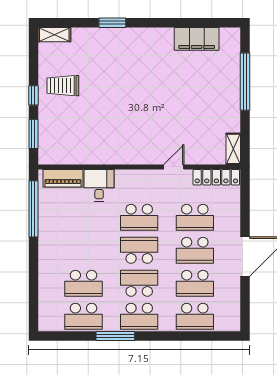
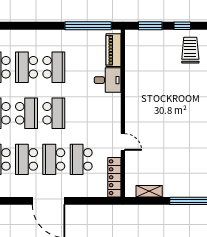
shelving: (233, 149) -> (149, 191), moved
school desk: (139, 217) -> (54, 67), moved, turned 180

